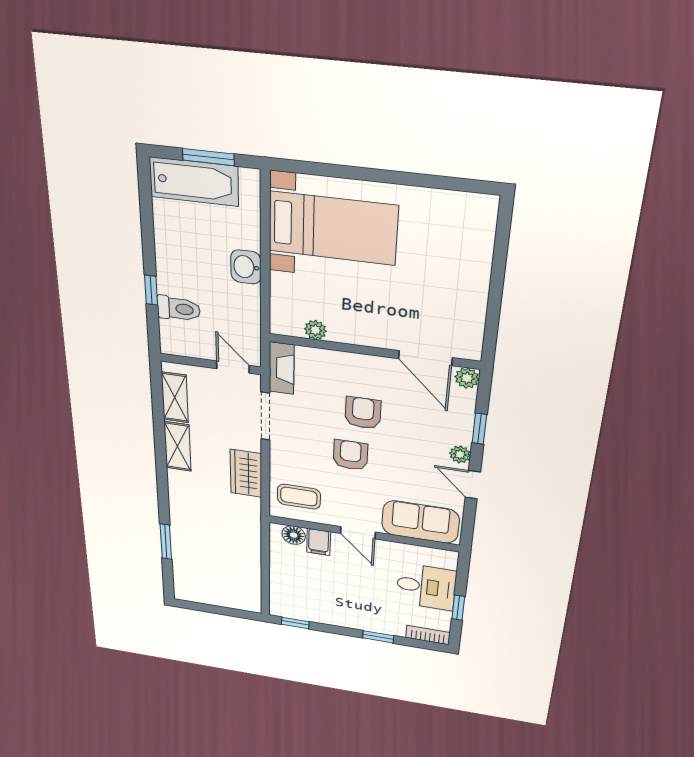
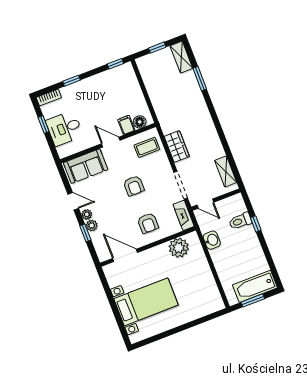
bed with nightstands: (333, 228) -> (146, 302), moved, turned 180
washbasin: (246, 267) -> (212, 240), moved
plant: (315, 330) -> (179, 248), width x1.88, depth x1.88
plant: (467, 378) -> (92, 225), moved
armchair: (363, 413) -> (148, 223), moved
shelving: (177, 446) -> (181, 57), moved
window: (218, 610) -> (157, 48), added

